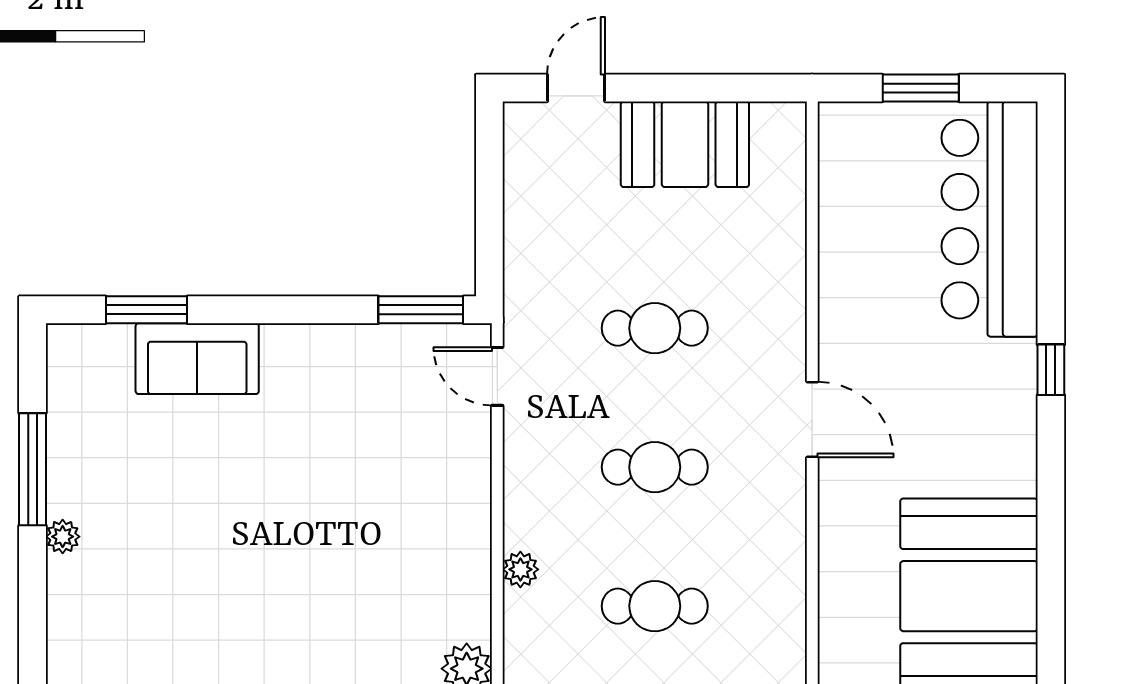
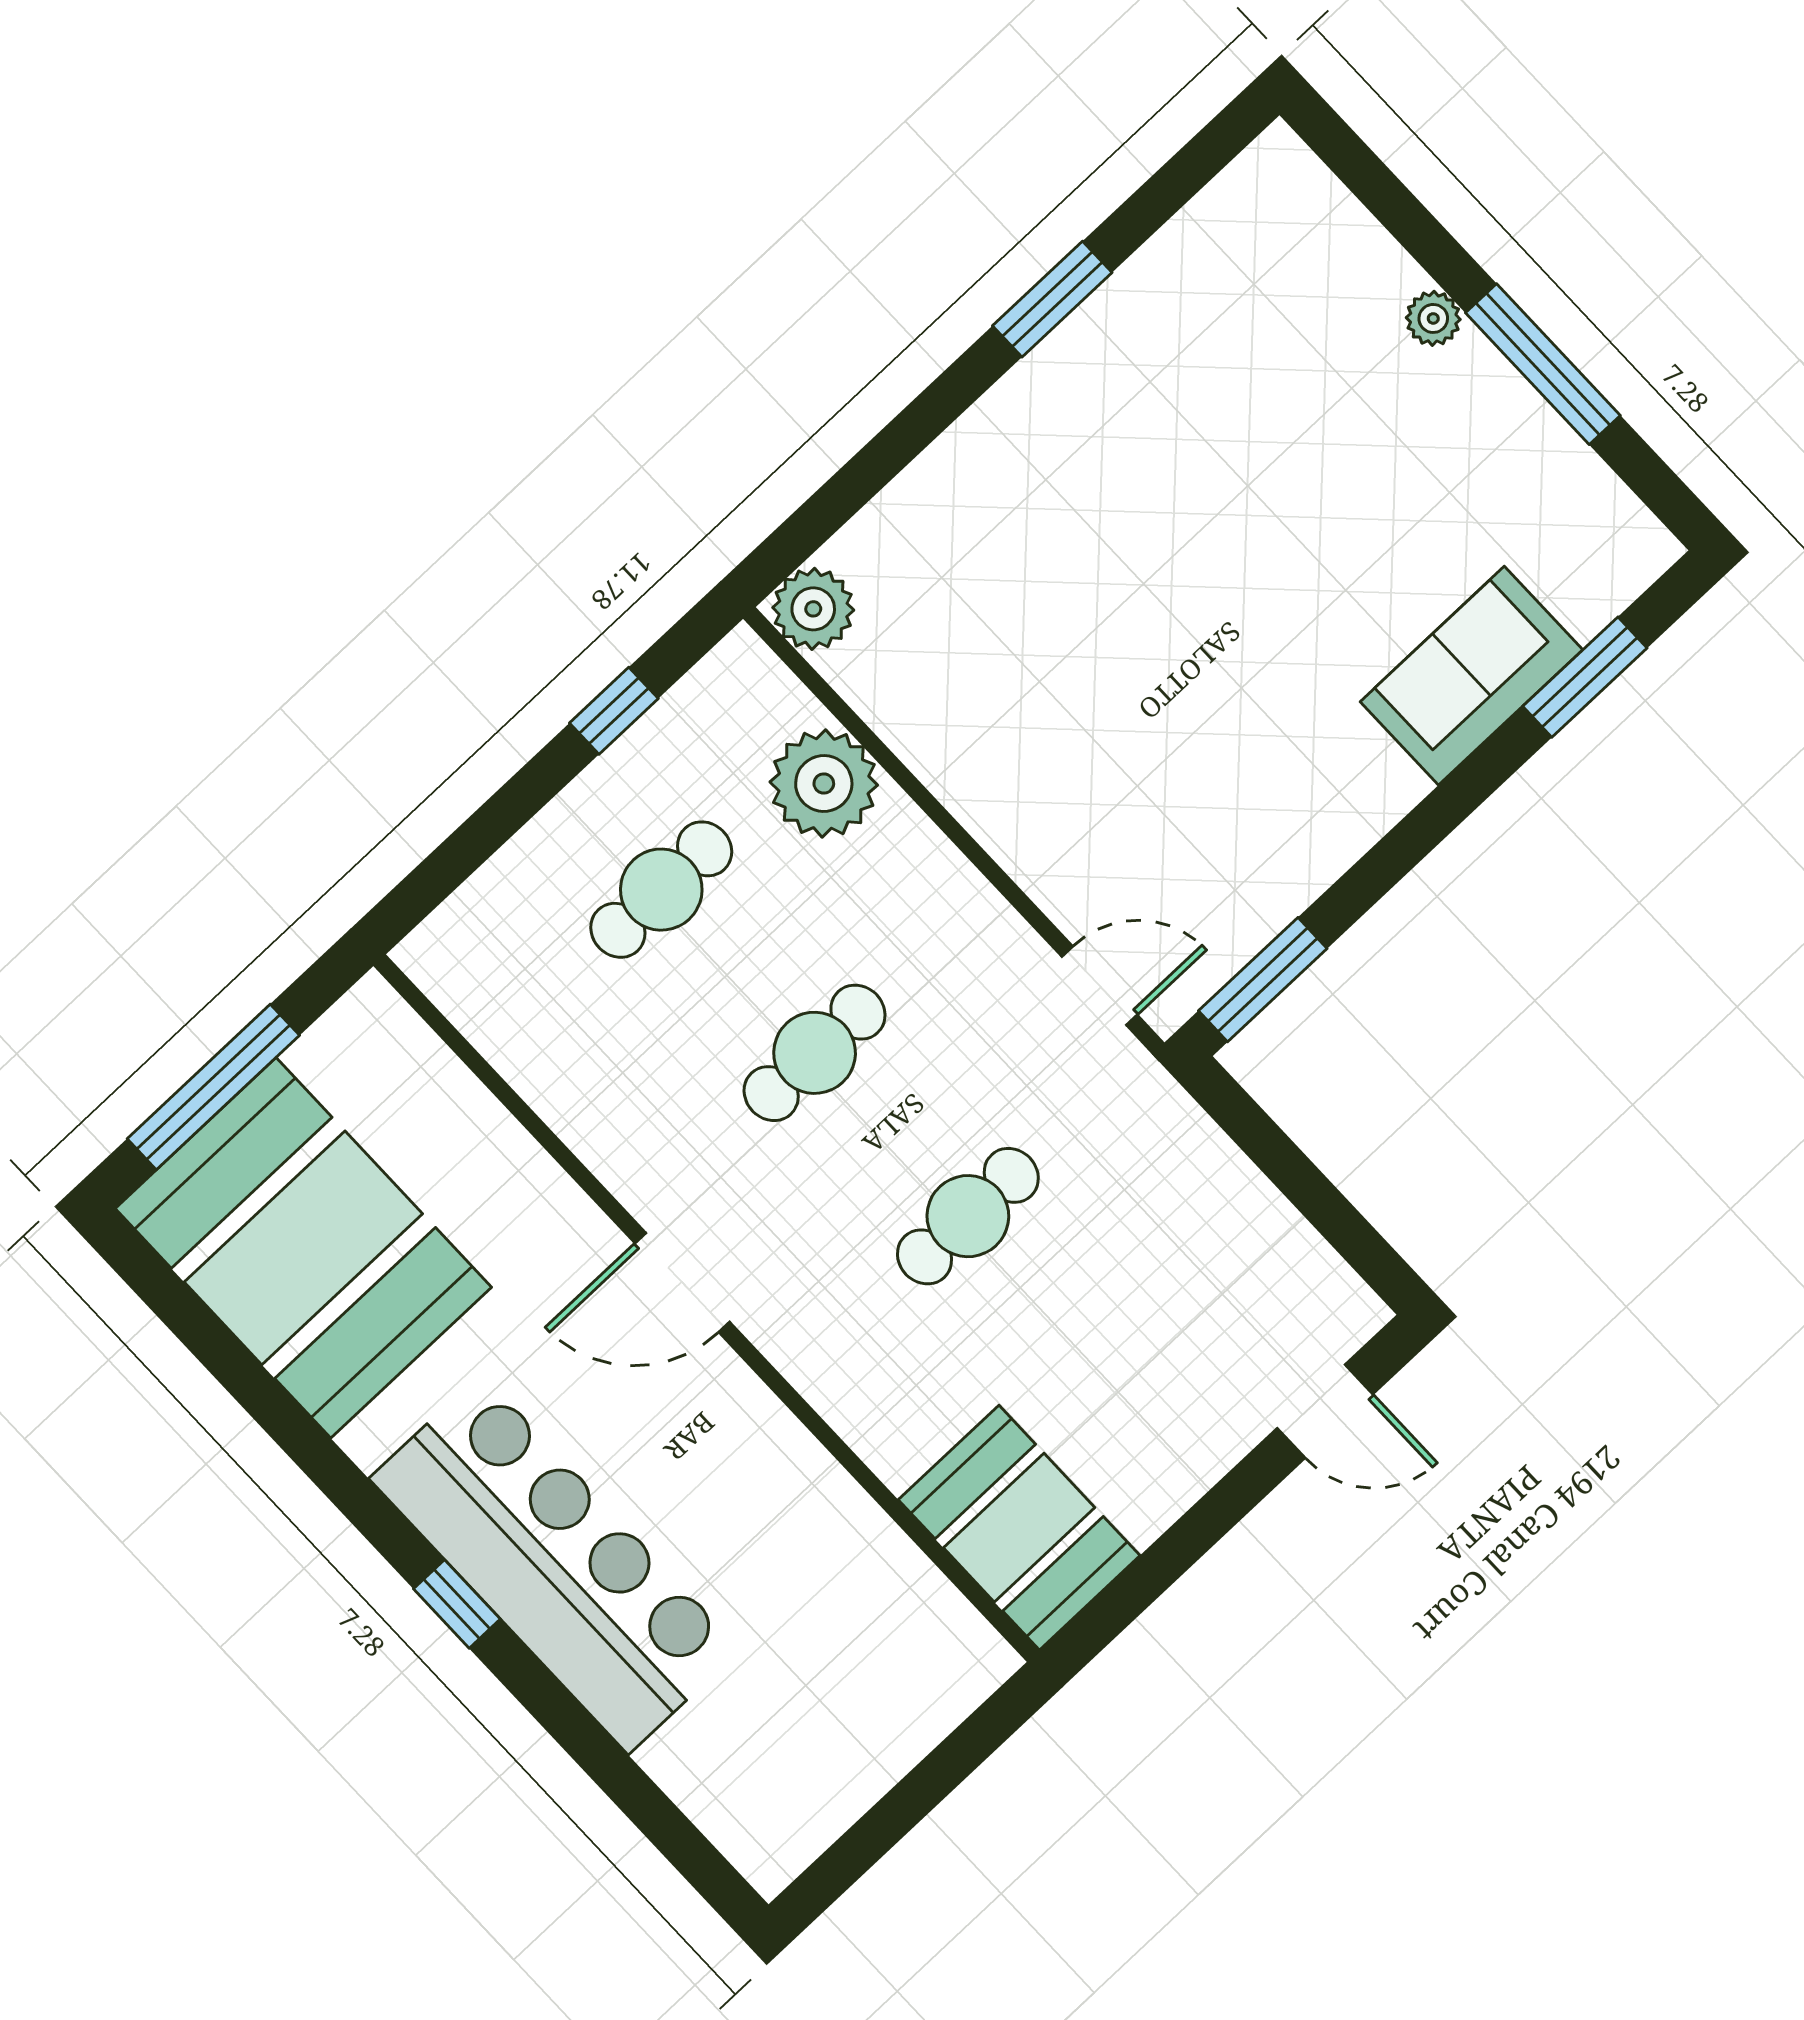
door: (576, 88) -> (1325, 1411), hinge flipped
window: (921, 88) -> (920, 1791), removed
booth: (685, 144) -> (1019, 1528), moved, turned 90
bar counter: (990, 219) -> (555, 1564), moved
plant: (520, 569) -> (824, 783), width x1.88, depth x1.88

